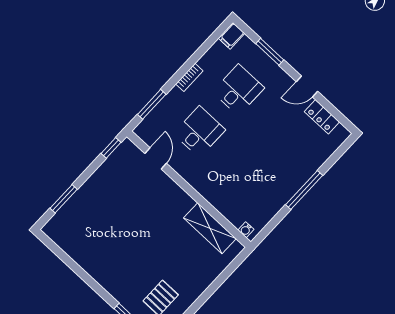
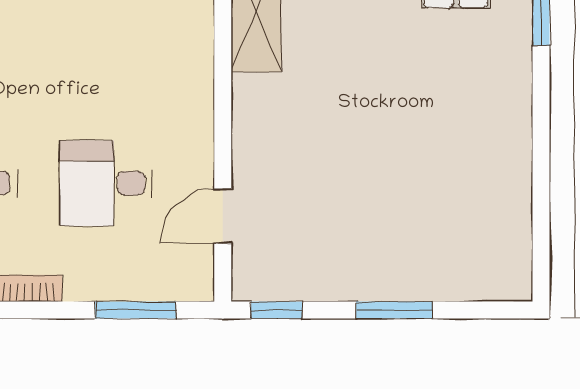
window: (64, 199) -> (394, 310), moved

